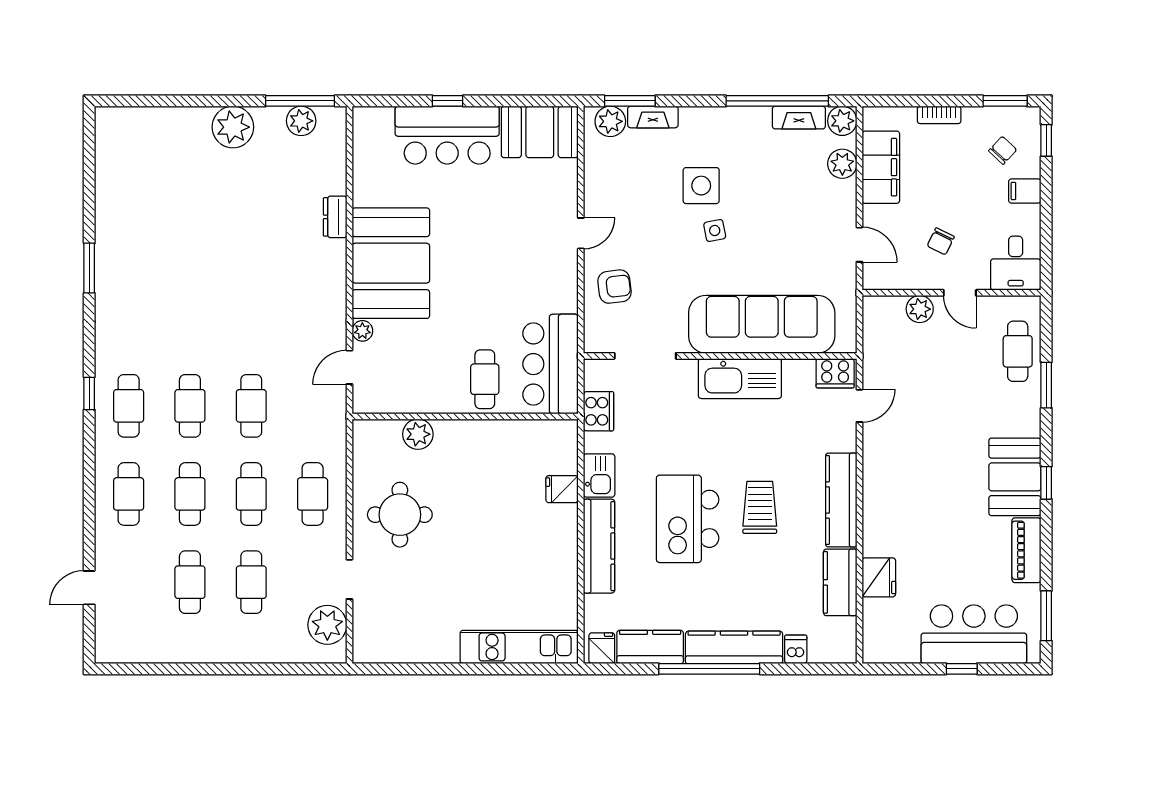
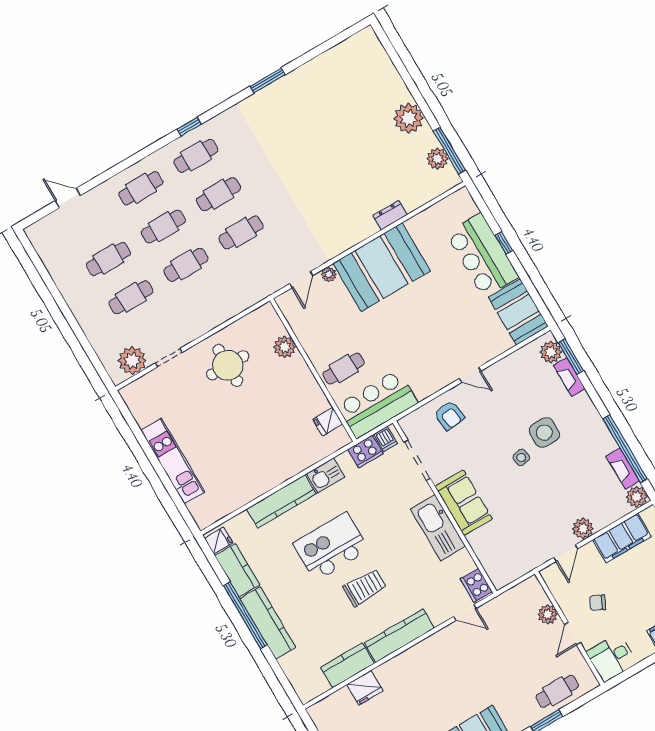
plant: (842, 164) -> (583, 528), moved
sofa: (762, 324) -> (464, 503), width x0.54, depth x0.79
door: (349, 367) -> (301, 280), swing flipped
fridge: (562, 489) -> (328, 422), moved, turned -90
cafe table: (313, 494) -> (209, 303), removed
kitchen unit: (519, 647) -> (173, 461), moved
dishwasher: (796, 649) -> (386, 439), moved, turned 90

